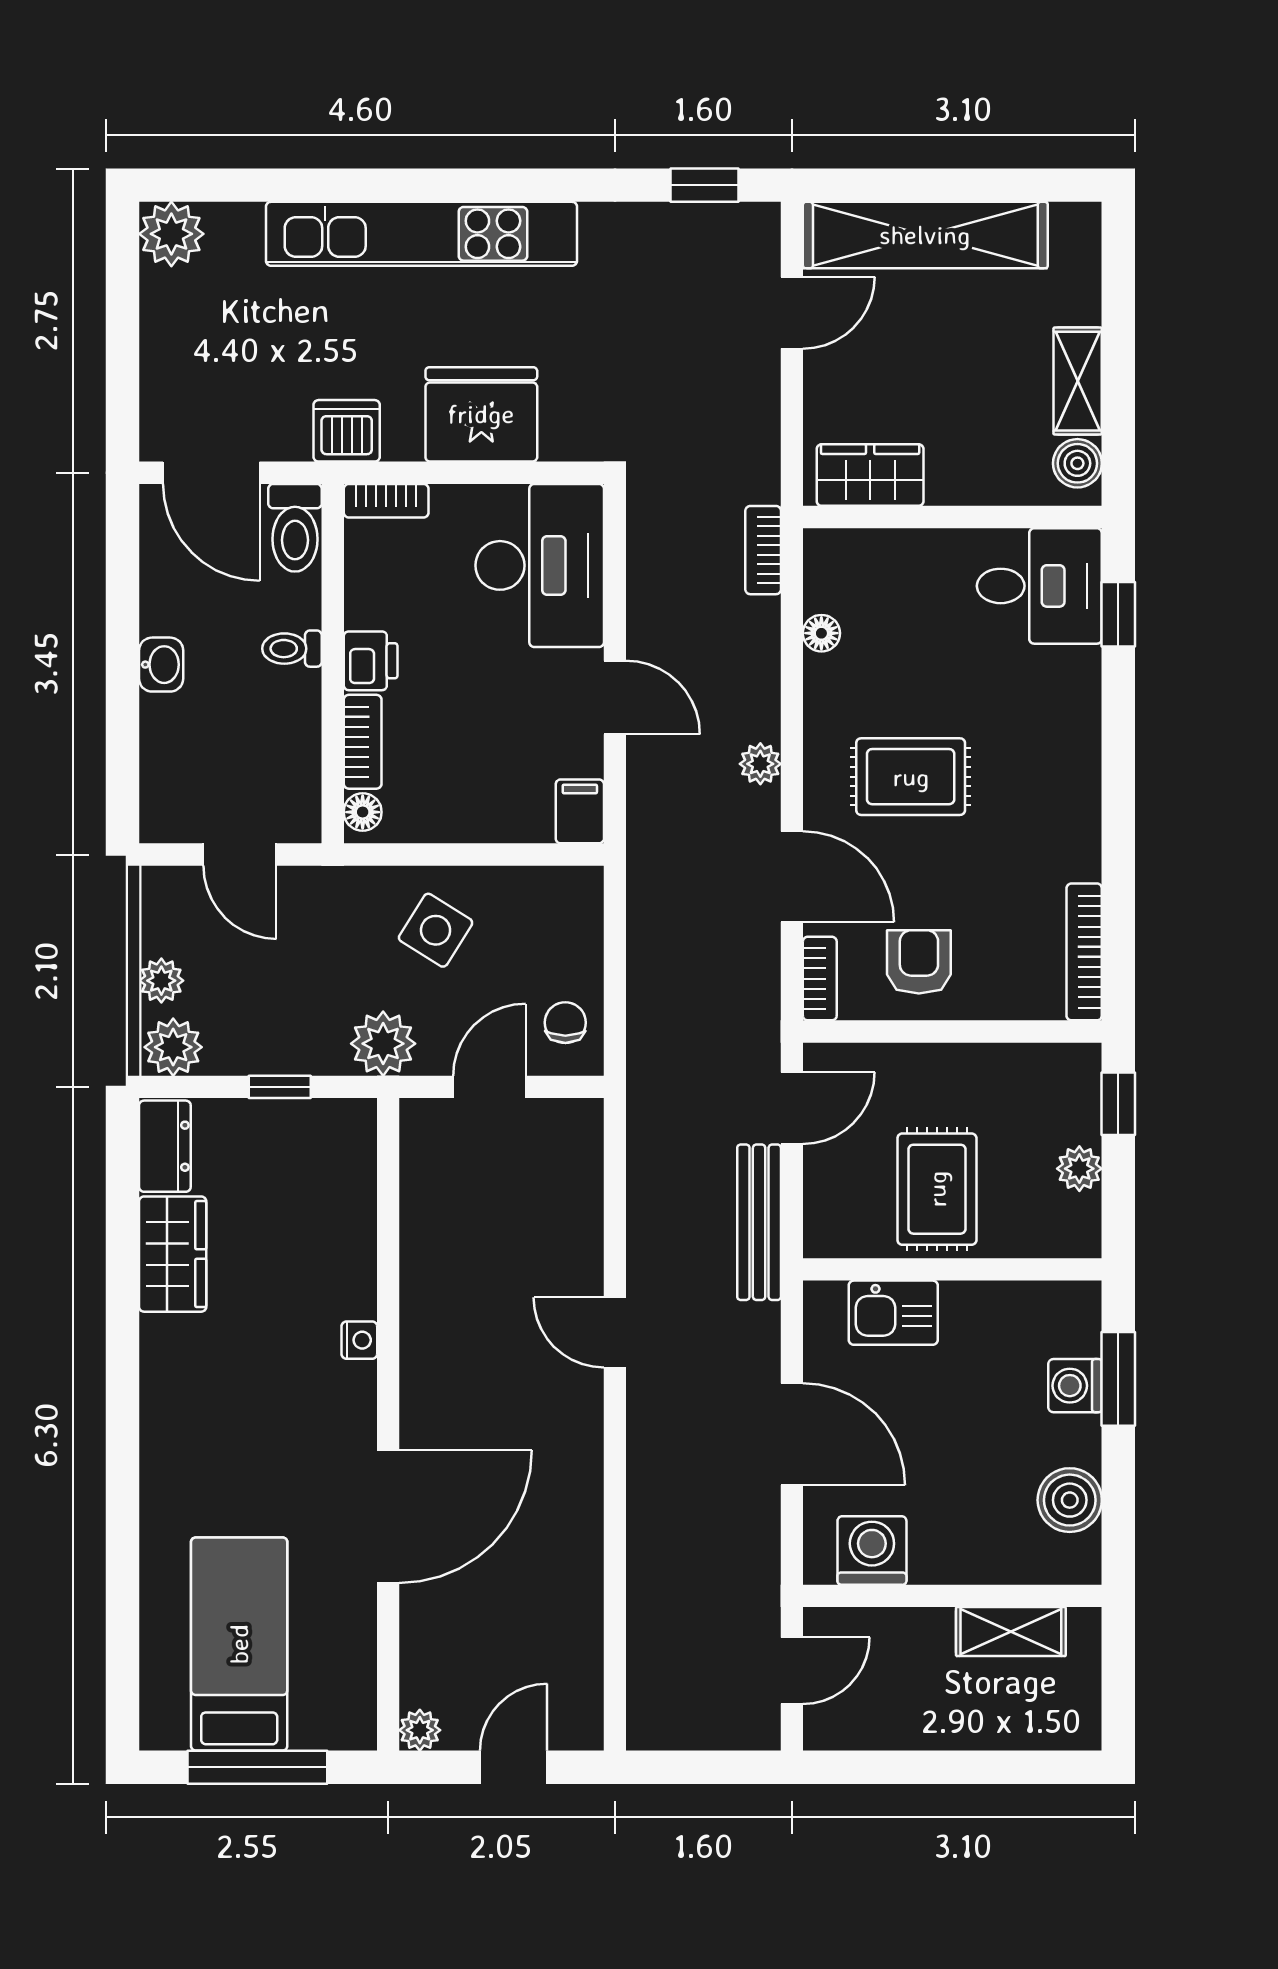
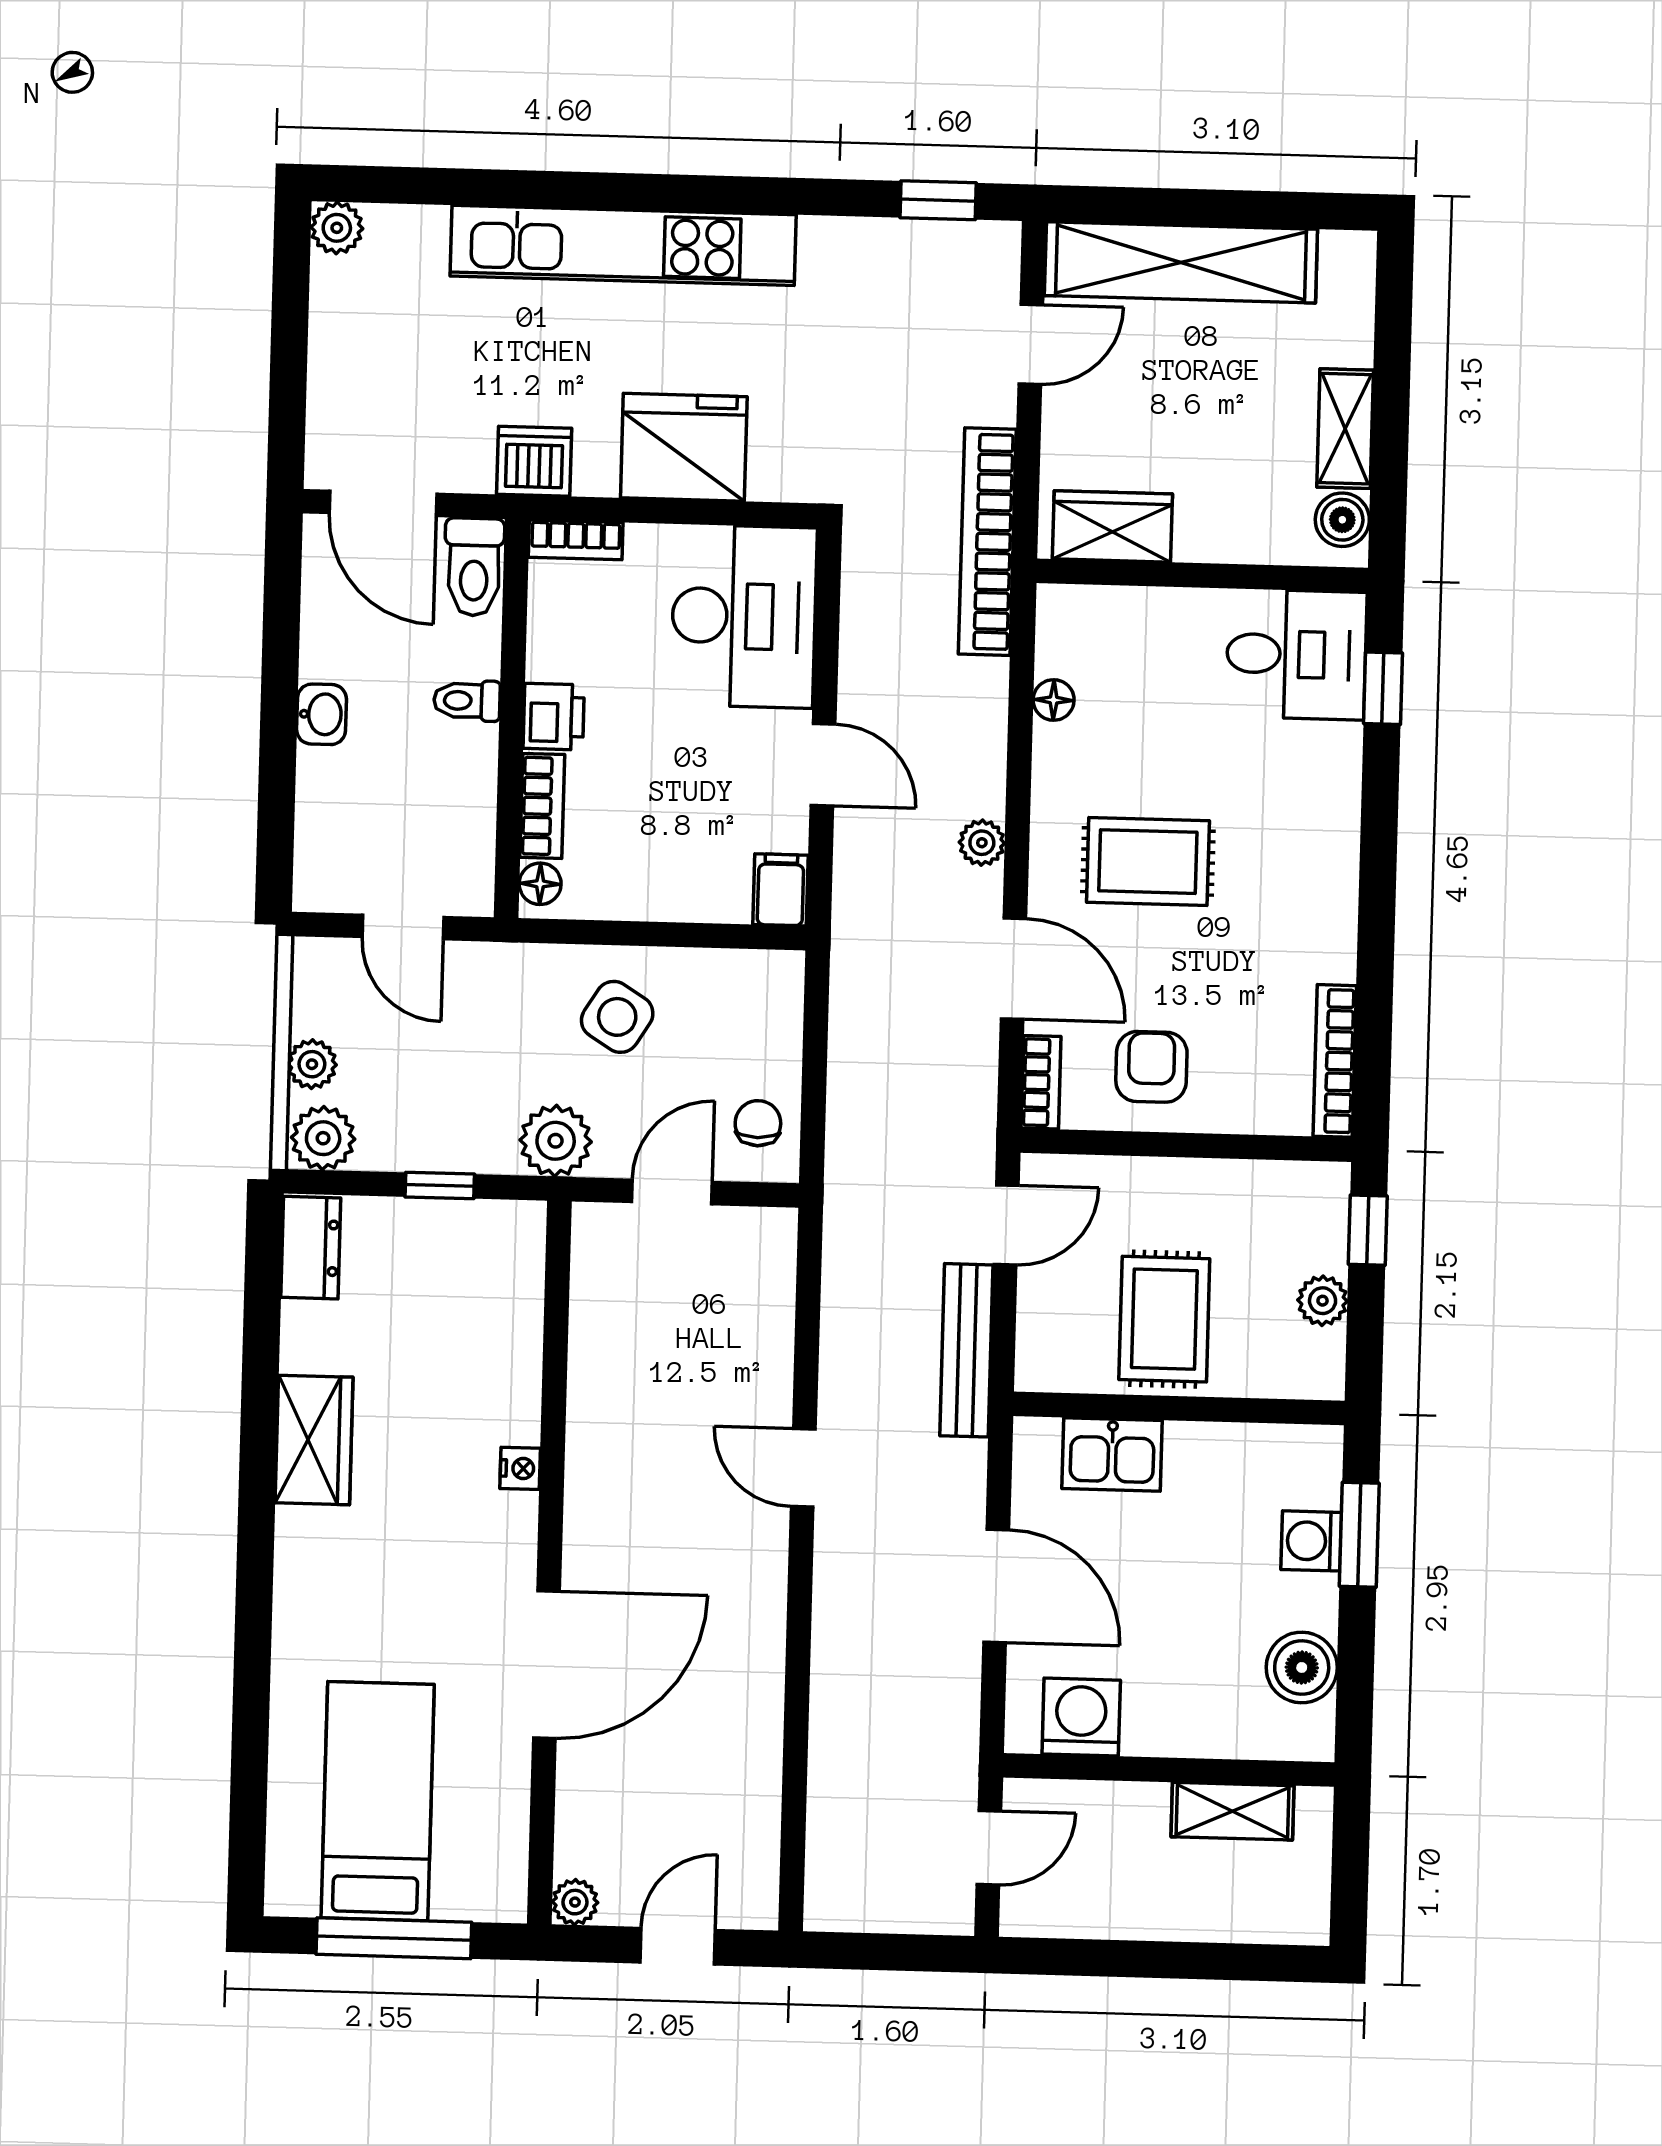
plant: (171, 234) -> (337, 228), width x0.73, depth x0.73
bookcase: (763, 550) -> (987, 542), width x2.31, depth x1.31
wardrobe: (173, 1254) -> (314, 1440), moved

